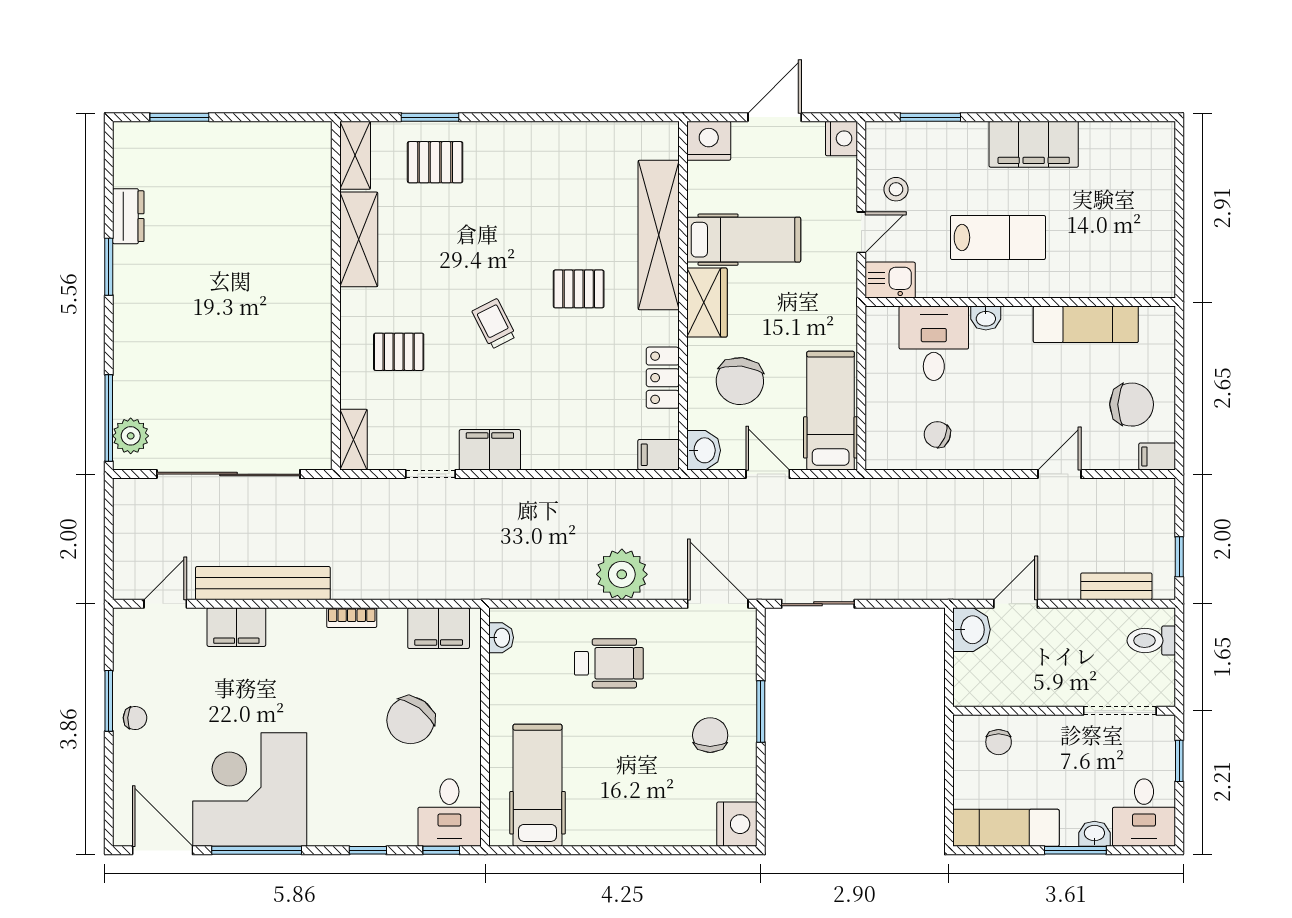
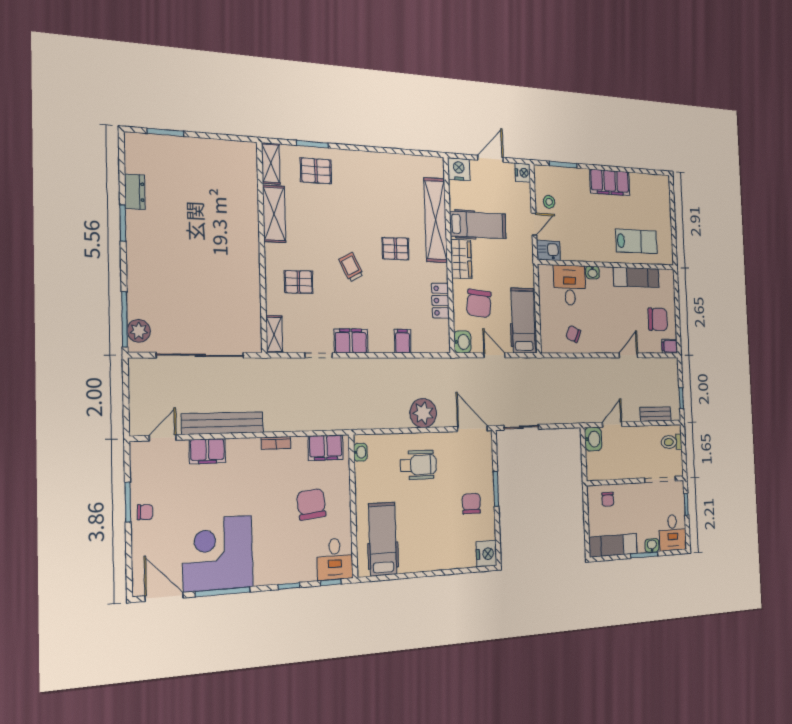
lab bench: (998, 237) -> (636, 241), moved
filing cabinet: (659, 455) -> (403, 341), moved, turned 90
chair: (410, 720) -> (311, 504), turned 138

